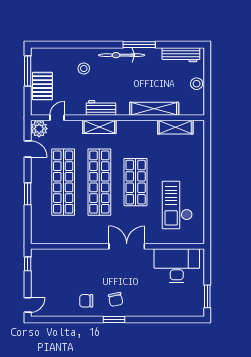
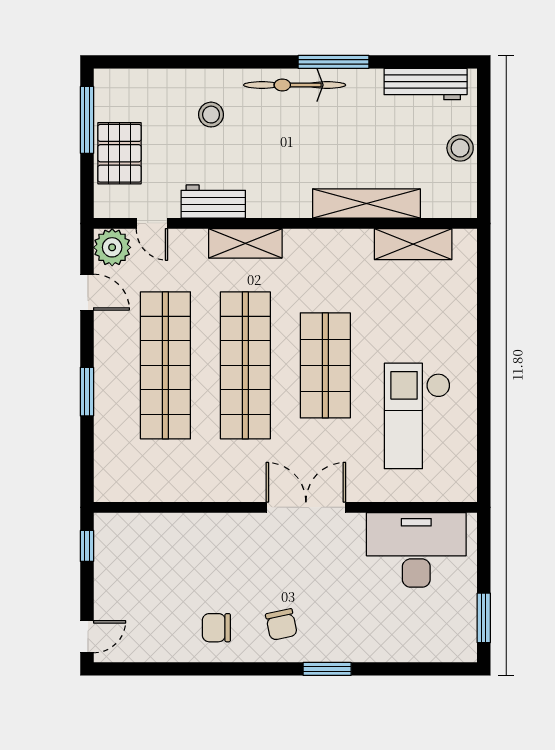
workbench: (101, 108) -> (213, 202), moved
door: (57, 118) -> (152, 223), swing flipped
window: (114, 319) -> (327, 669), moved

